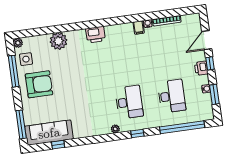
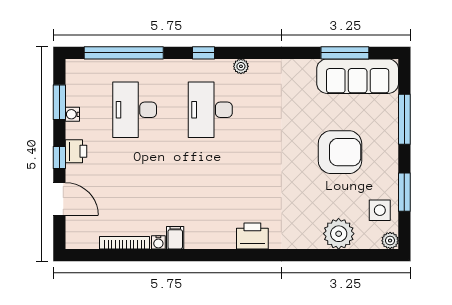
door: (207, 40) -> (59, 199), hinge flipped
plant: (59, 41) -> (339, 234), moved
window: (14, 71) -> (404, 192), width x0.69
armchair: (39, 84) -> (340, 152), moved, turned 180
window: (21, 124) -> (404, 119), moved
window: (58, 145) -> (345, 53), width x2.17

